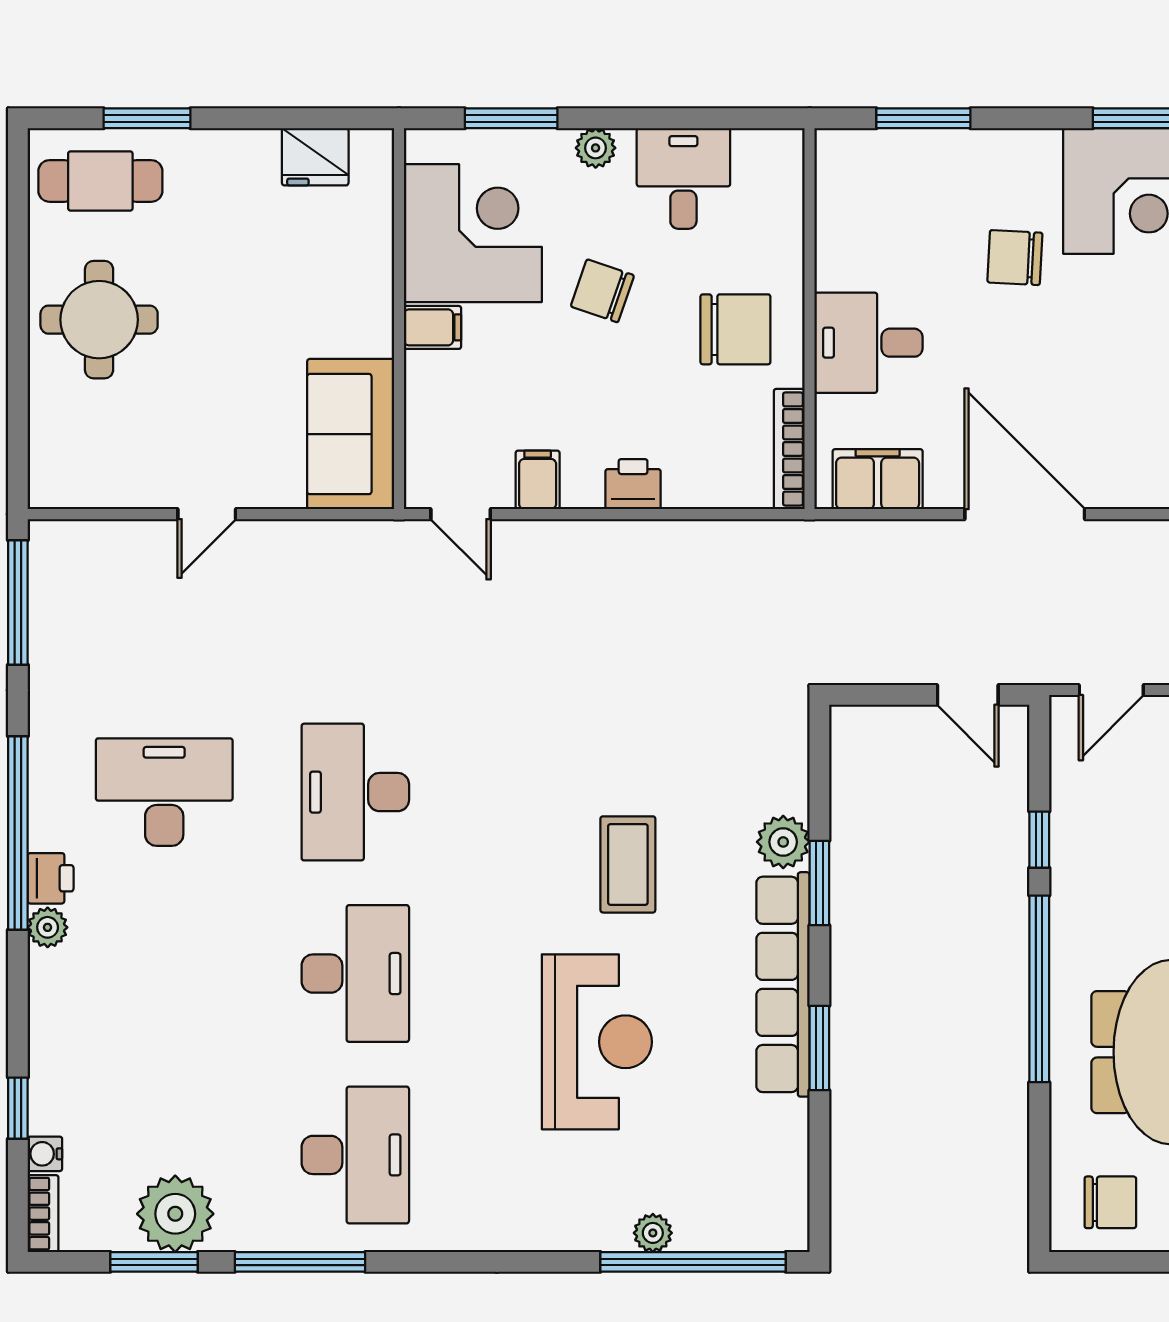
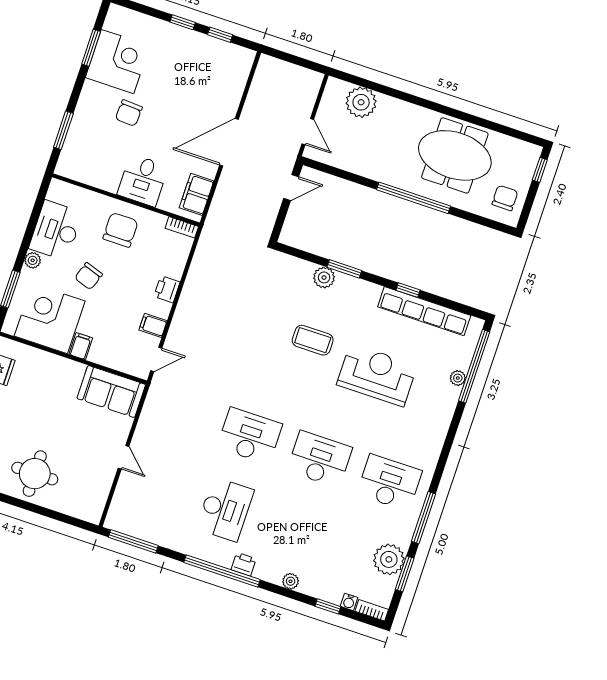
desk: (683, 178) -> (56, 230), width x1.37
bookcase: (789, 449) -> (182, 227), width x0.64
desk: (164, 792) -> (225, 509), turned 180
desk: (355, 792) -> (250, 436), turned 180
window: (1039, 840) -> (356, 179), removed
plant: (48, 927) -> (291, 581), moved
row of seats: (783, 984) -> (424, 311), moved
window: (819, 1048) -> (408, 290), width x0.67

